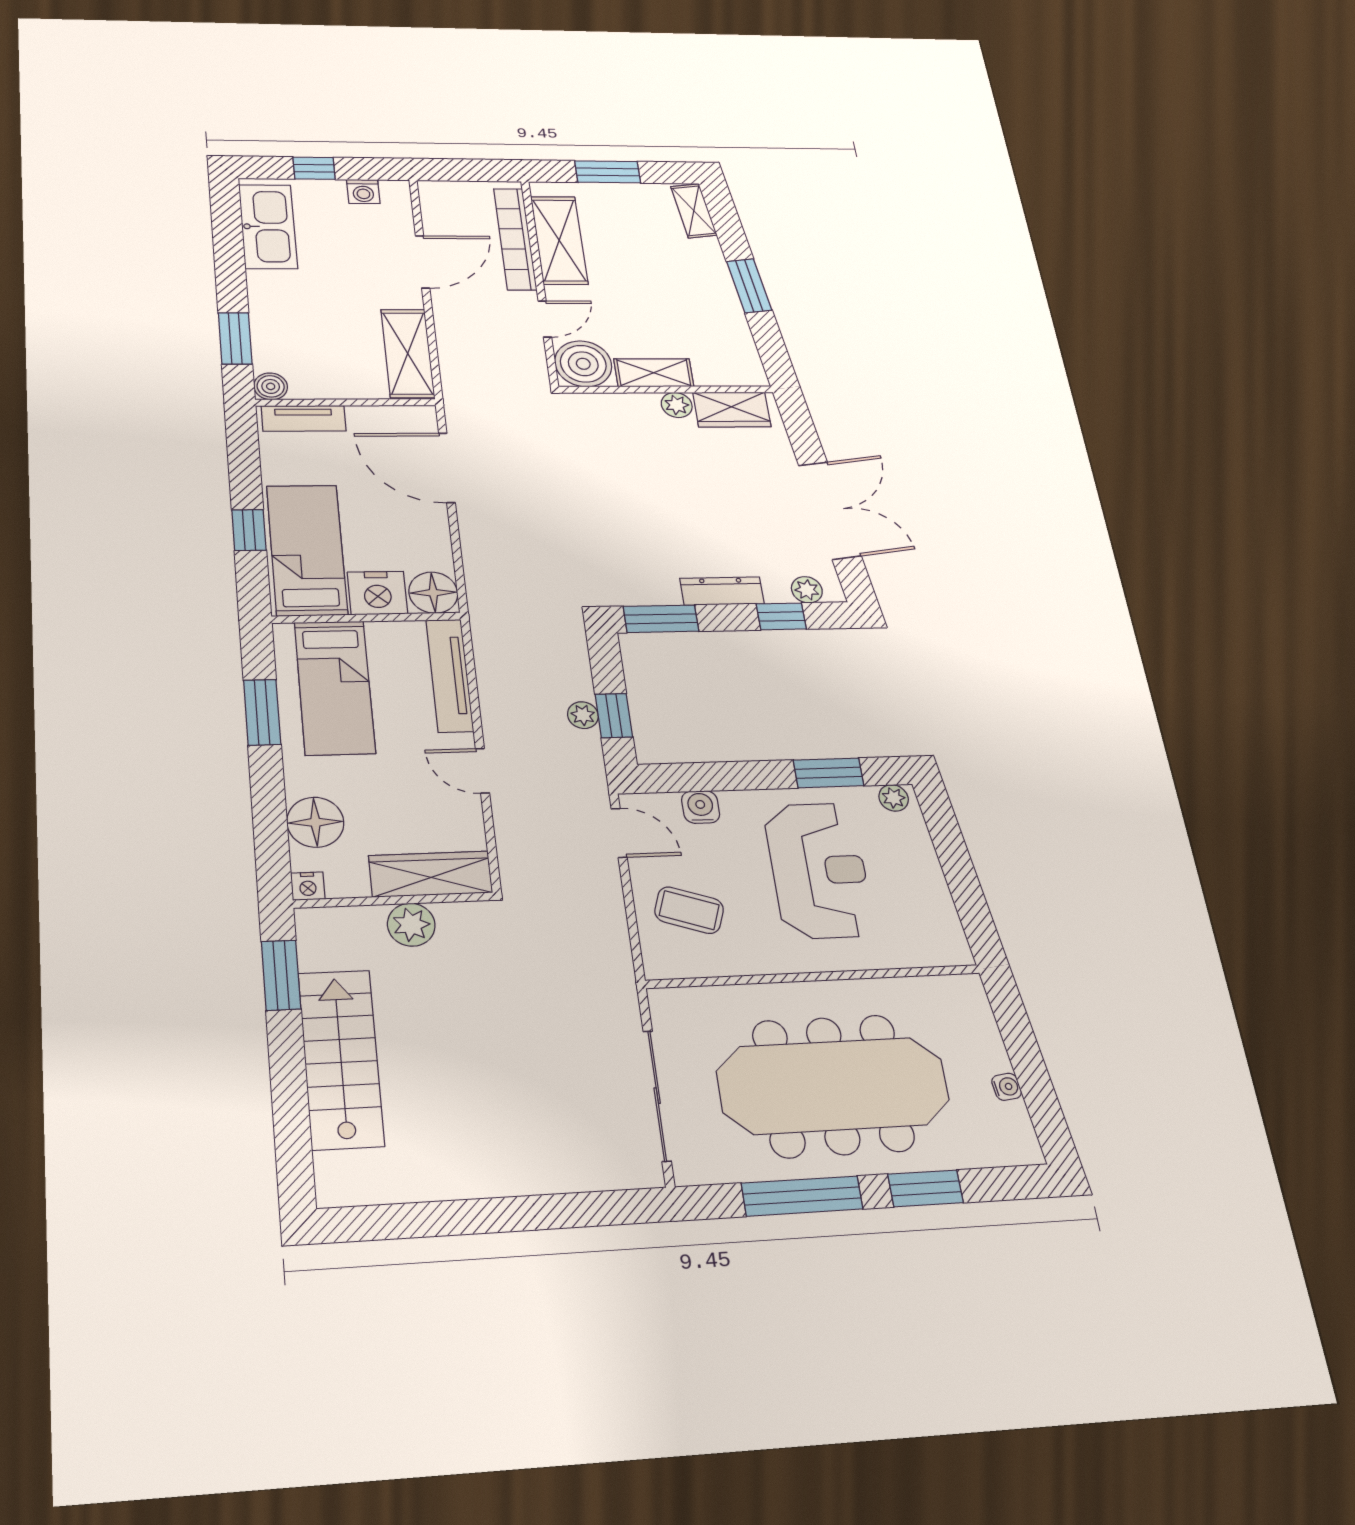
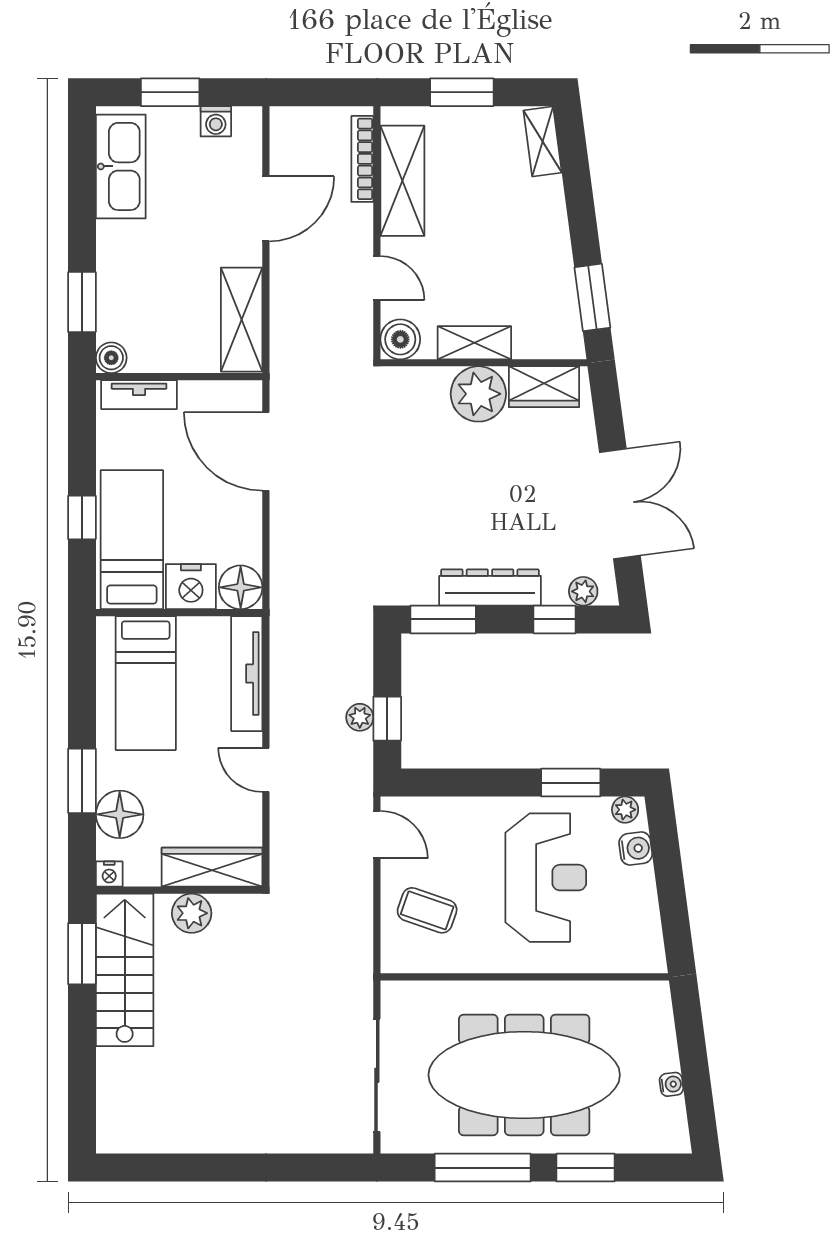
window: (314, 168) -> (170, 92), width x1.50
bookcase: (515, 239) -> (362, 159), width x0.68, depth x0.76
window: (749, 286) -> (592, 297), moved
door: (545, 319) -> (377, 278), hinge flipped
boiler: (583, 364) -> (400, 339), width x0.73, depth x0.73
plant: (677, 405) -> (478, 394), width x1.88, depth x1.88
dresser: (722, 591) -> (490, 587), width x1.37, depth x1.24
window: (262, 712) -> (82, 781), moved
water cooler: (701, 807) -> (636, 848), moved, turned 82
stairs: (341, 1059) -> (125, 970), moved

